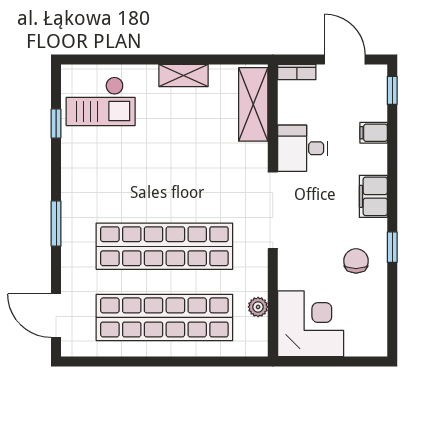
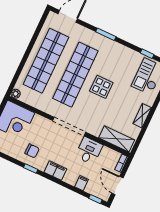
door: (345, 60) -> (117, 185), swing flipped
display table: (164, 184) -> (101, 87), added
plant: (258, 307) -> (16, 94), moved

